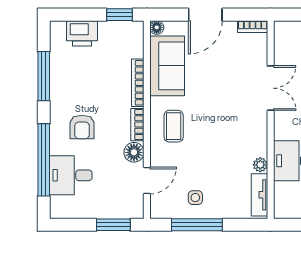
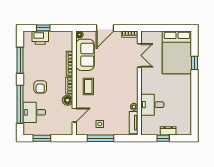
window: (119, 15) -> (43, 28), moved
double door: (271, 88) -> (139, 55), moved
window: (113, 225) -> (42, 138), moved

